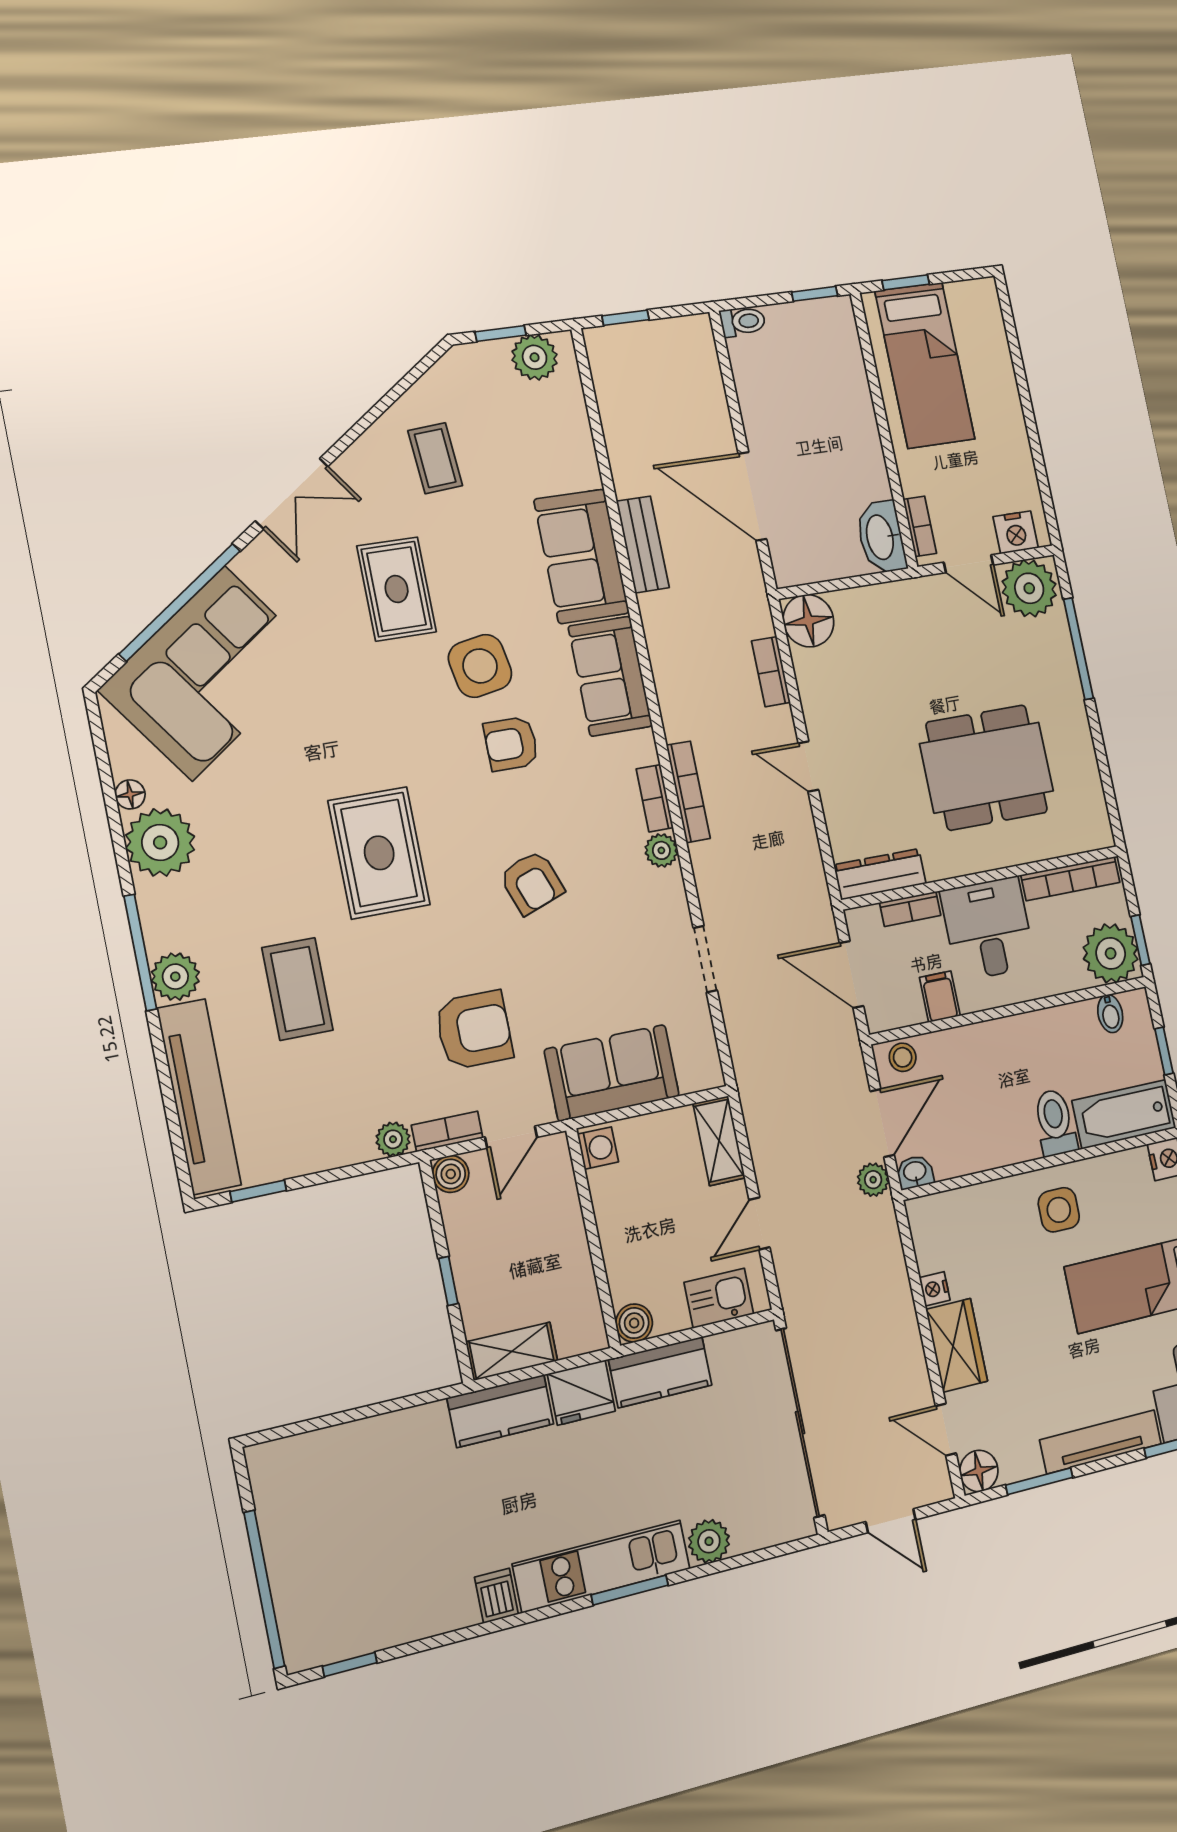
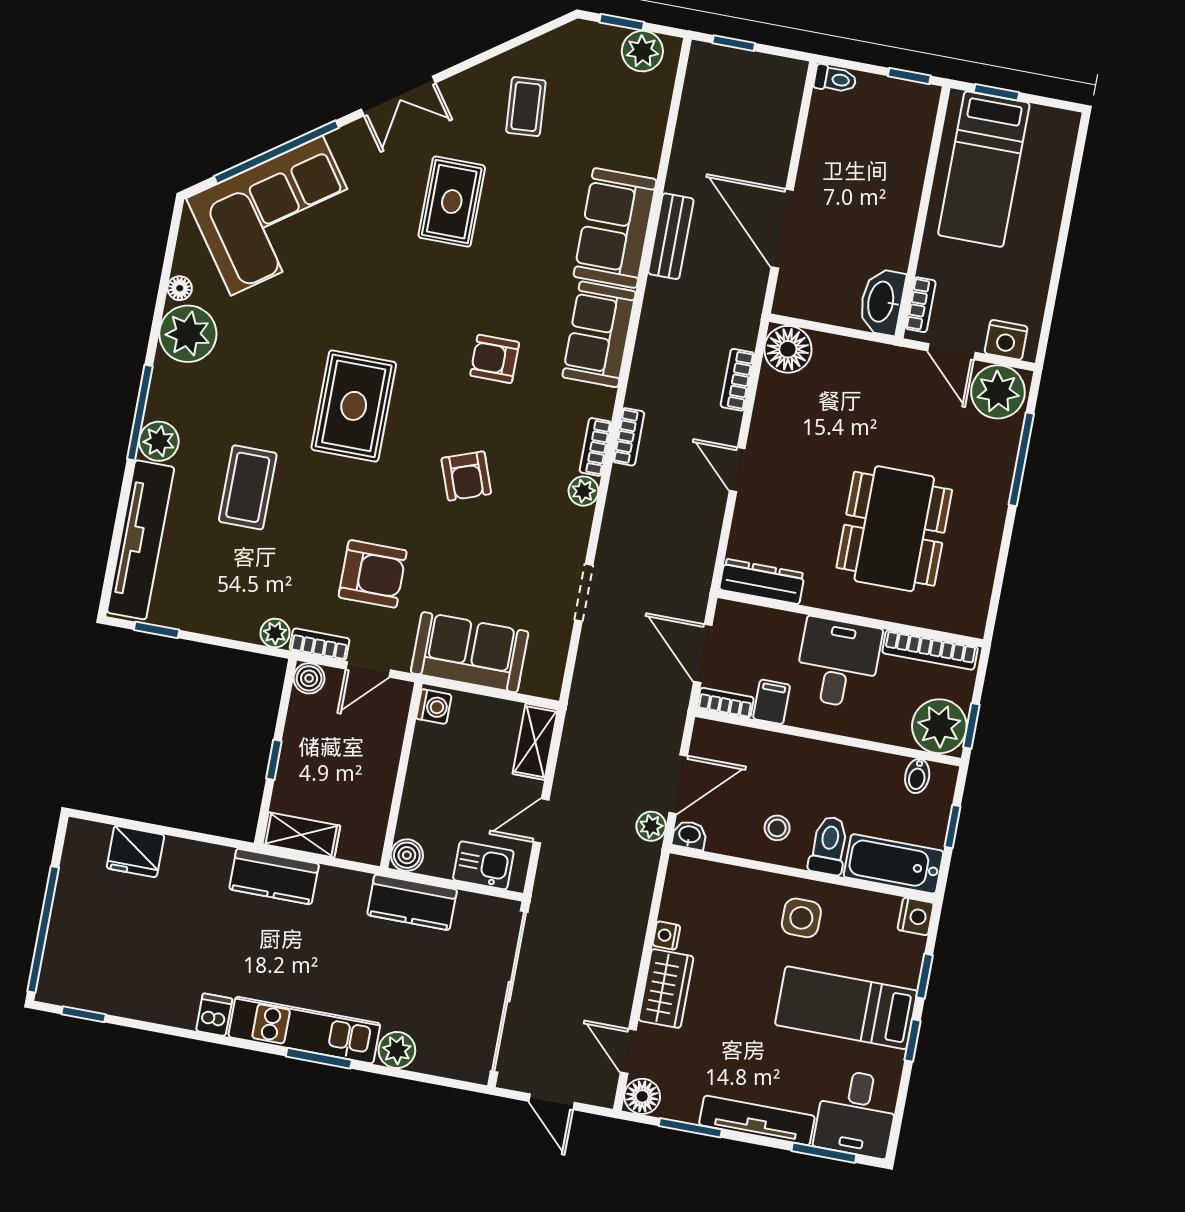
side table: (480, 666) -> (495, 287), removed
dining table: (987, 767) -> (894, 529), turned 90
bookcase: (688, 792) -> (629, 437), width x0.64
bookcase: (910, 909) -> (725, 703), moved, turned 180
stool: (903, 1057) -> (777, 828), moved
fridge: (581, 1393) -> (135, 852), moved

